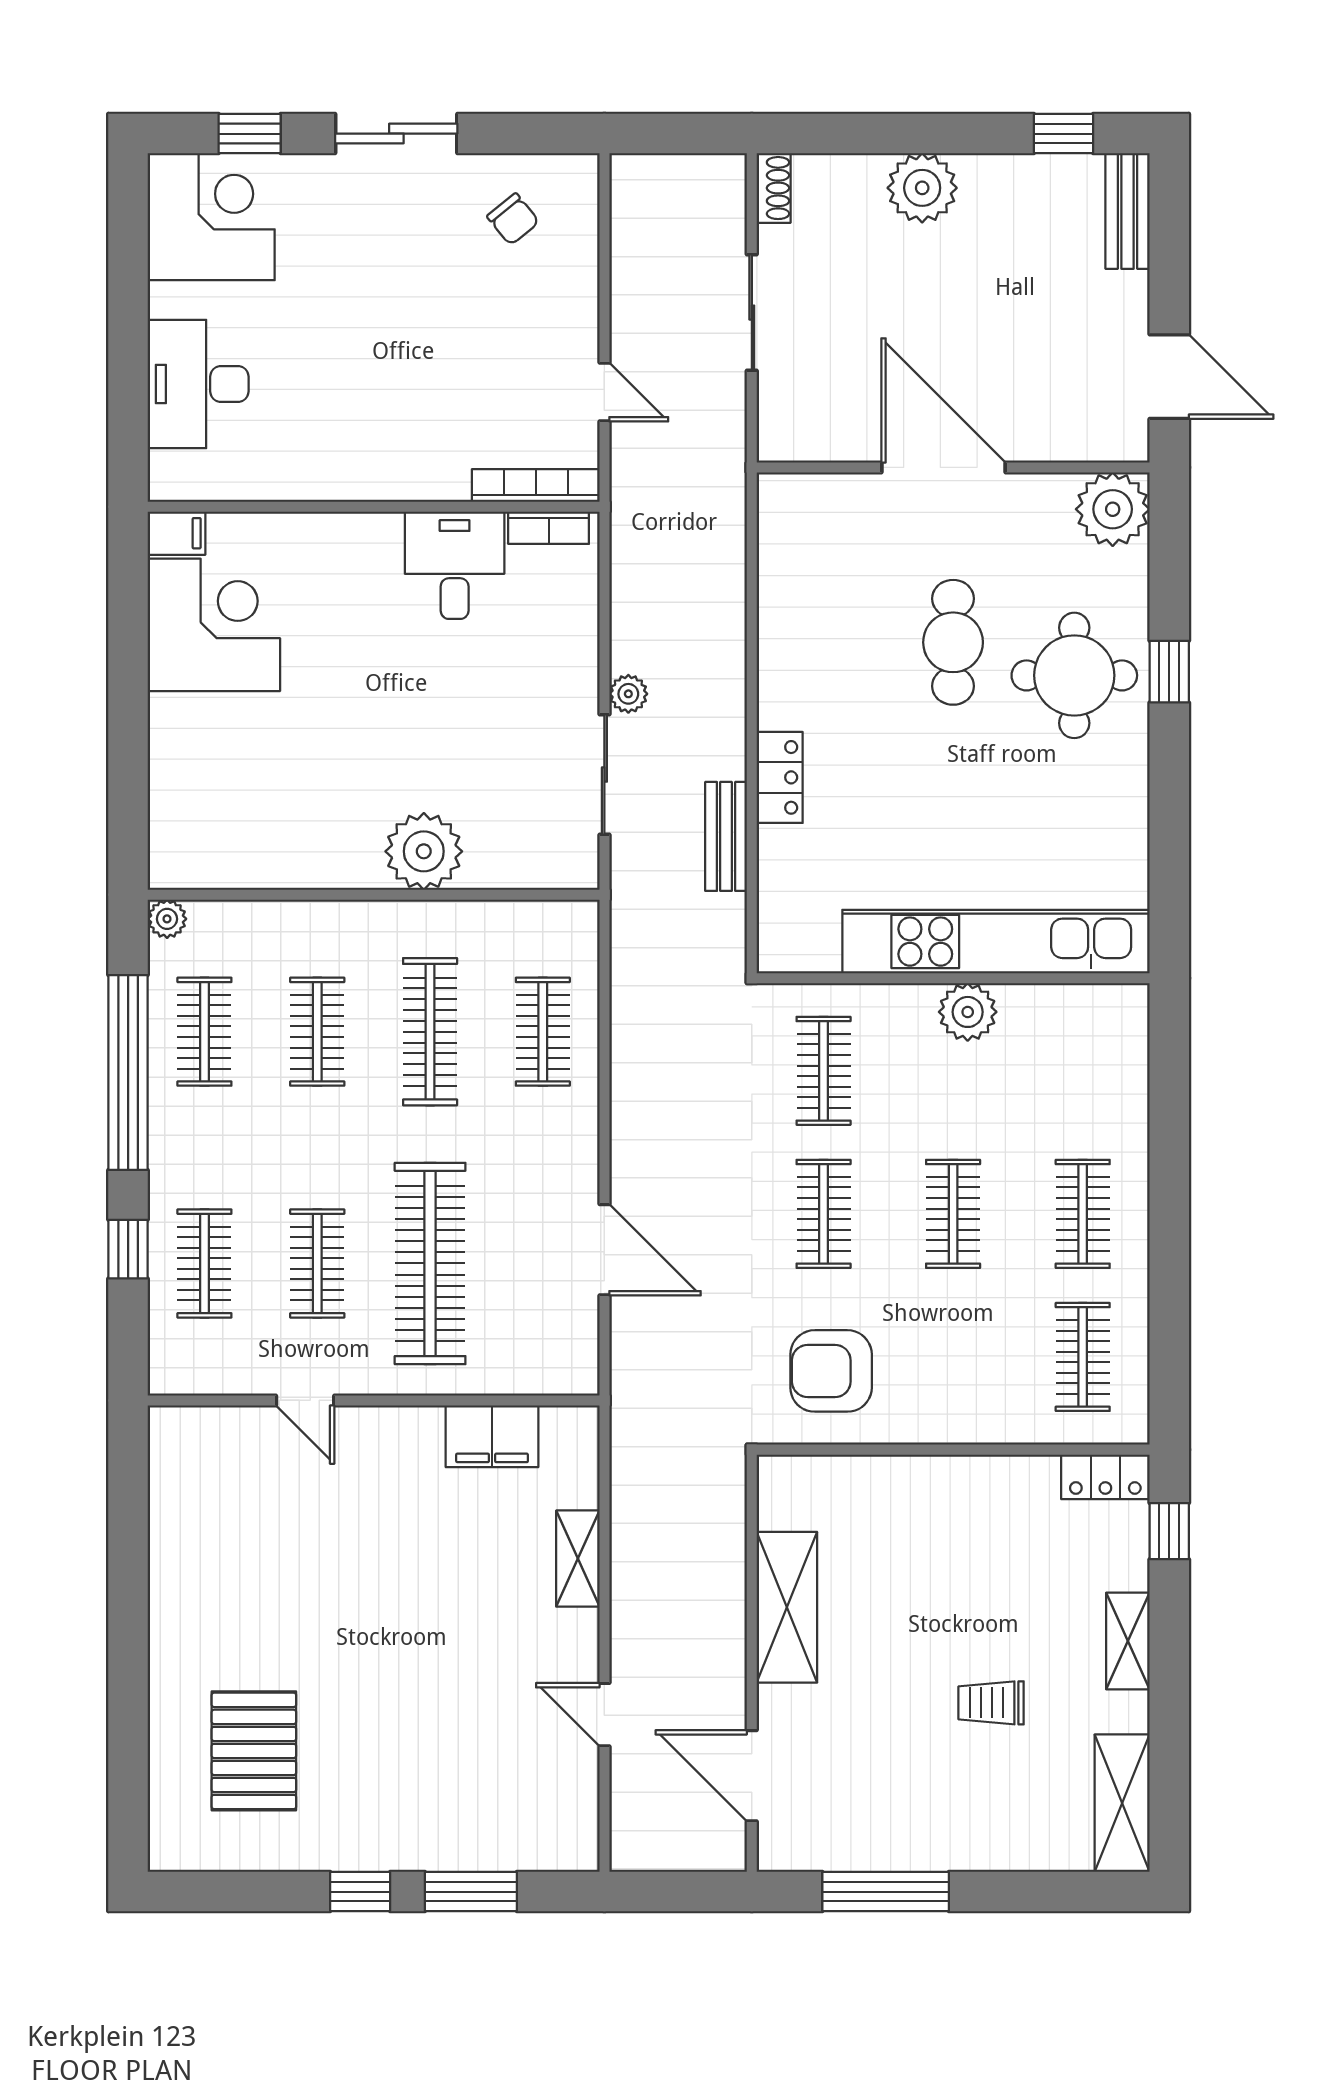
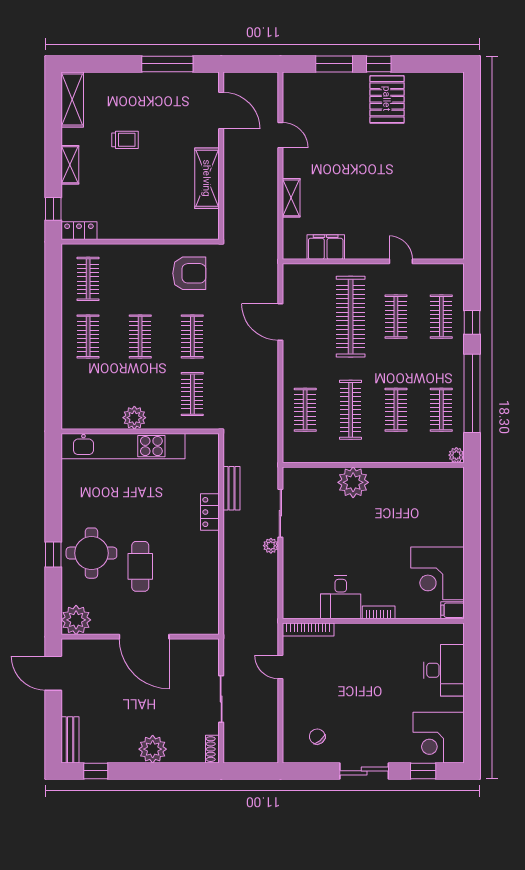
bookcase: (549, 528) -> (379, 612), moved
pallet: (254, 1751) -> (387, 99), moved

